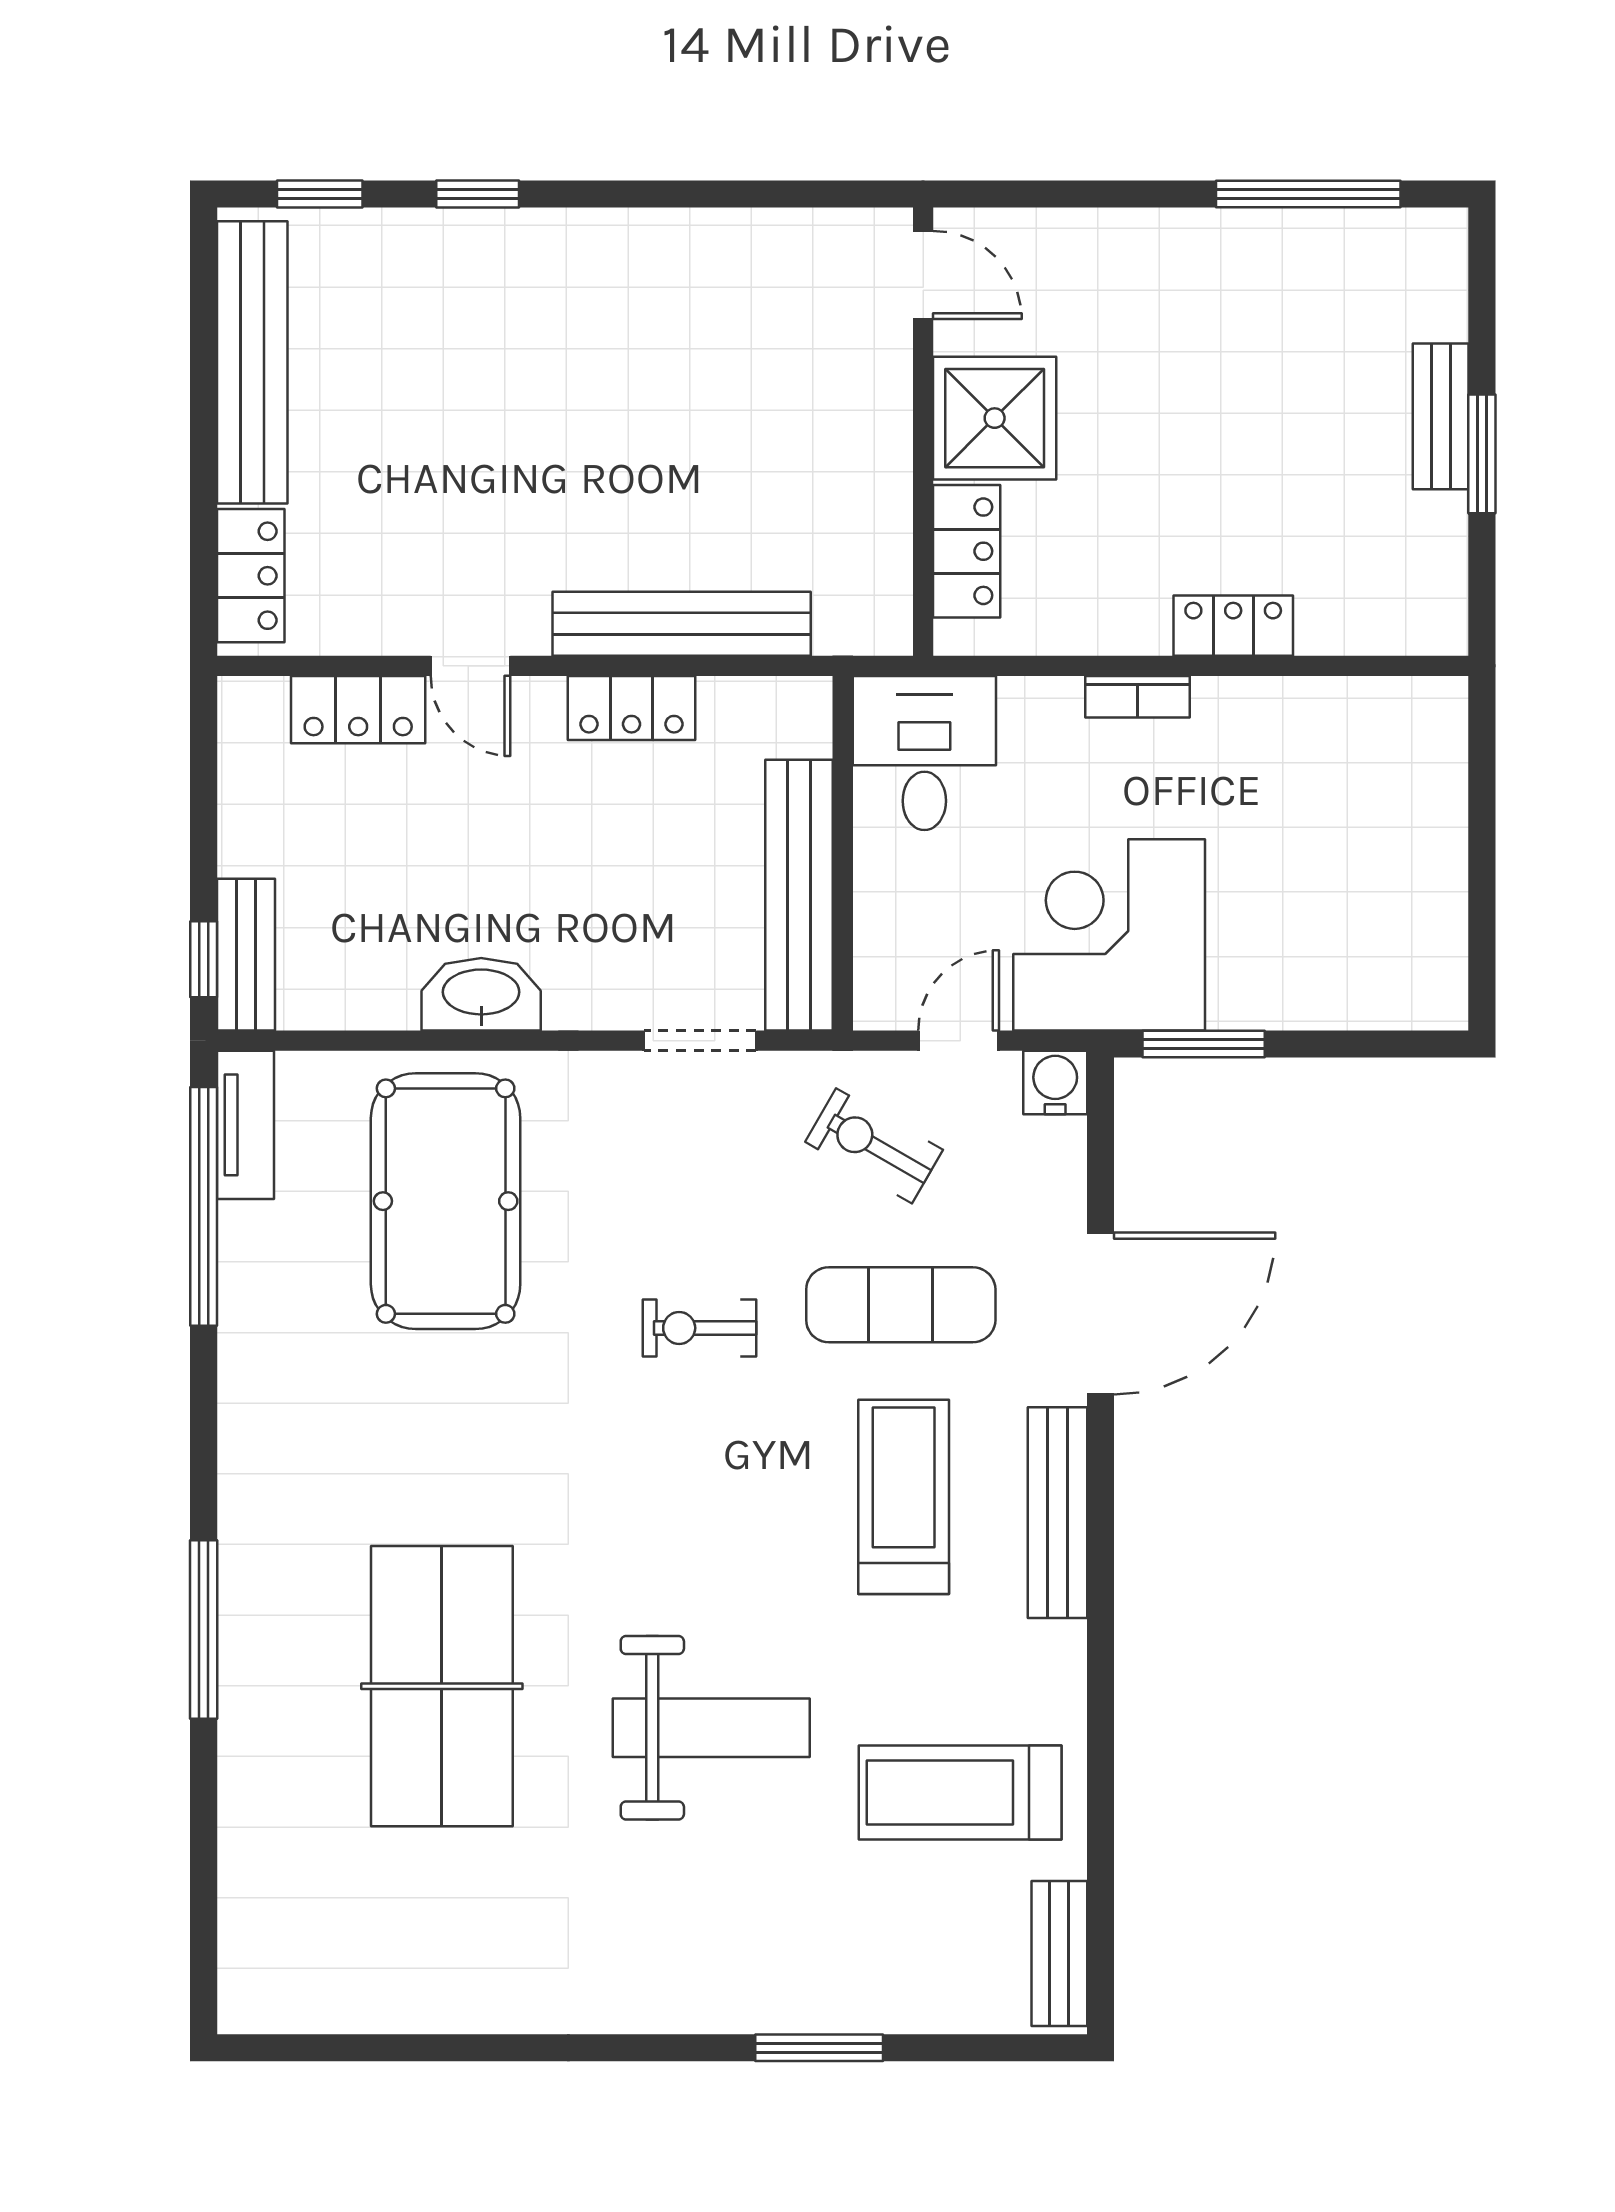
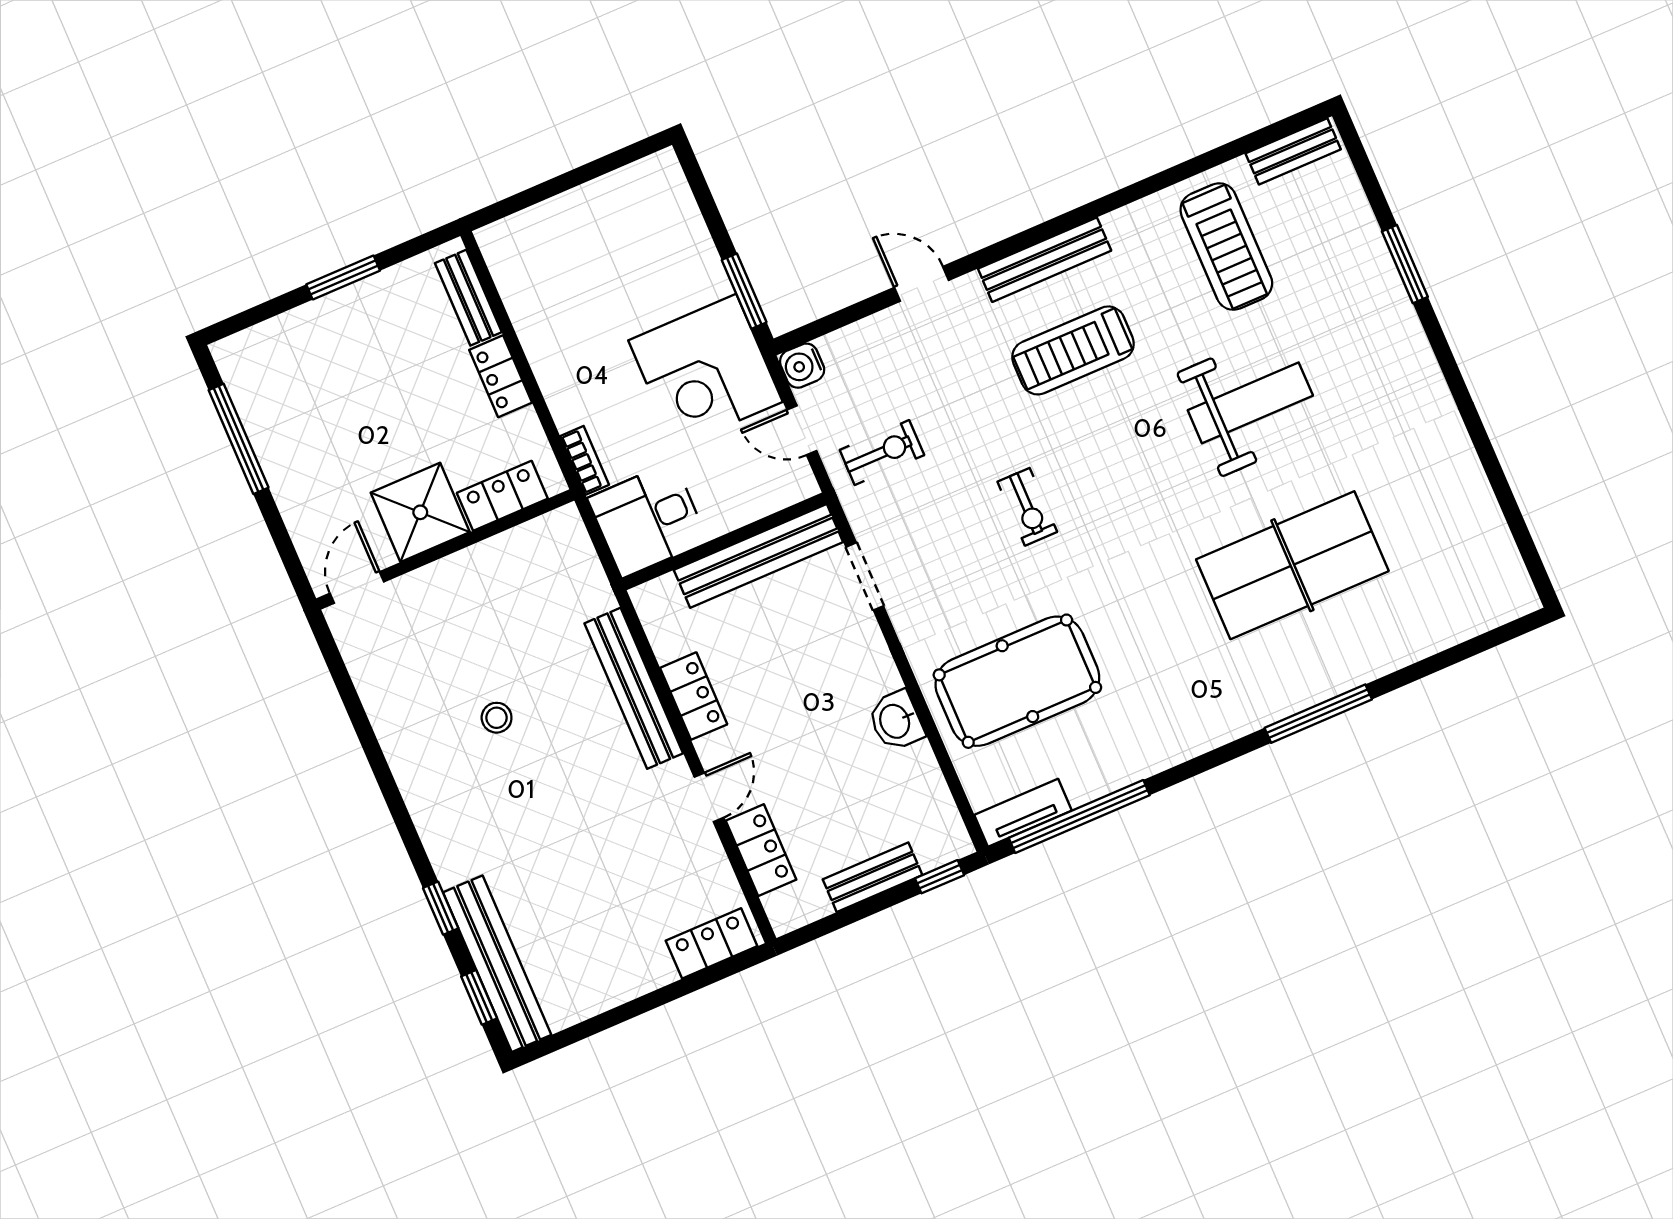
door: (923, 275) -> (357, 588), moved
bench: (252, 362) -> (497, 964), moved, turned 90
stool: (726, 400) -> (497, 718), added
bench: (1441, 416) -> (468, 298), moved, turned 90
shower: (995, 418) -> (420, 512), moved
wall: (923, 432) -> (445, 549), moved
locker: (967, 551) -> (502, 496), moved
bookcase: (1138, 697) -> (585, 460), moved
bench: (246, 955) -> (873, 877), moved
washbasin: (481, 994) -> (896, 721), width x0.72
exercise bike: (874, 1146) -> (882, 453), turned -120
exercise mat: (901, 1305) -> (965, 399), removed
door: (1100, 1313) -> (922, 284), width x0.53
weight bench: (711, 1728) -> (1250, 403), turned 90

